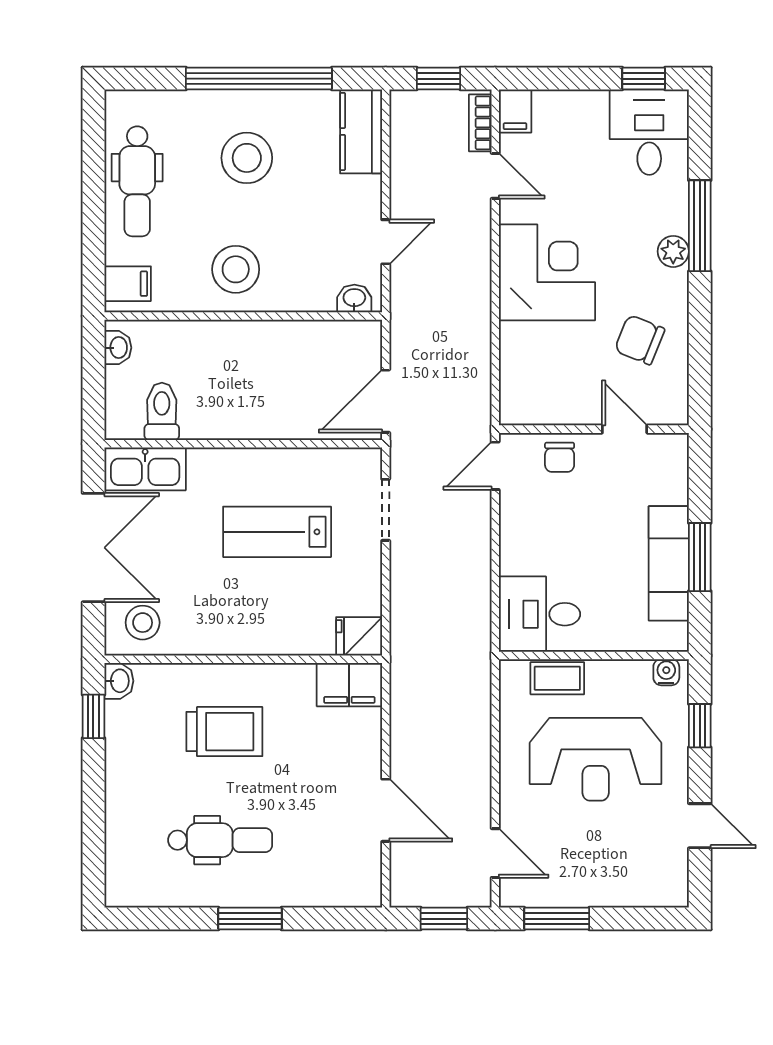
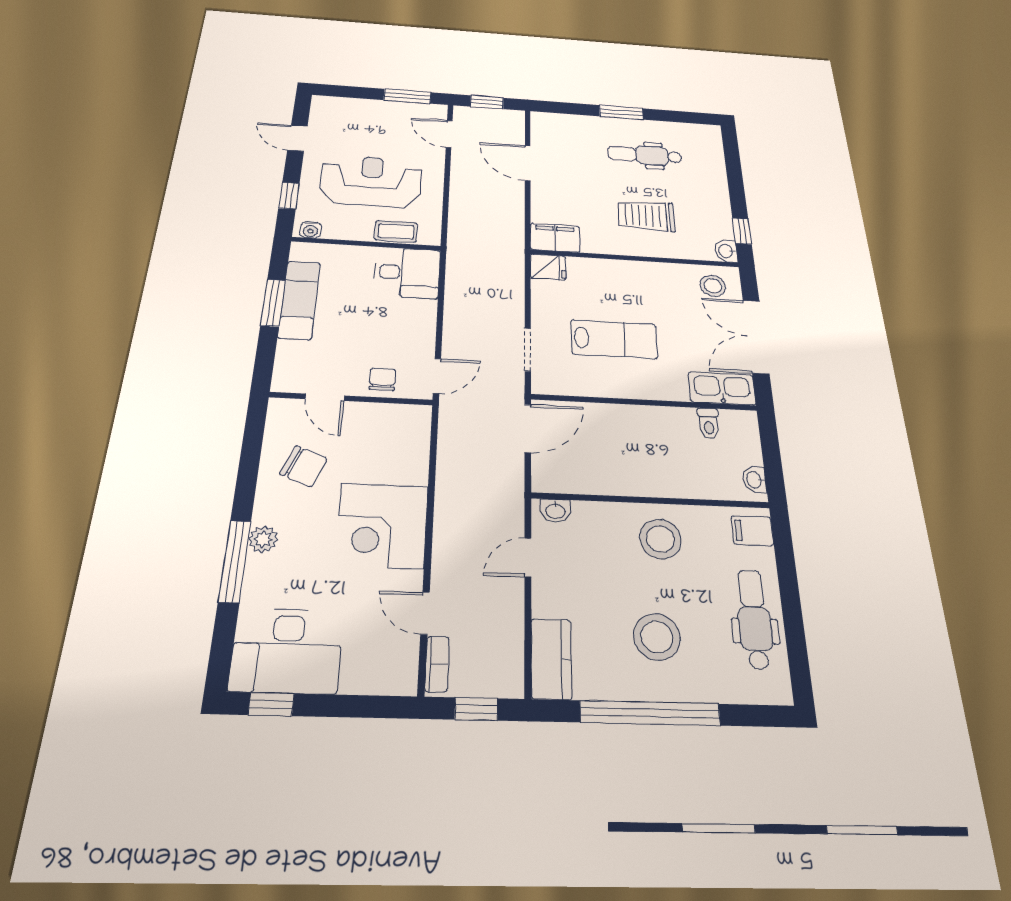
filing cabinet: (515, 111) -> (402, 675), removed
desk: (649, 132) -> (287, 651), width x1.37
toilet: (162, 411) -> (709, 423), width x0.73, depth x0.72

